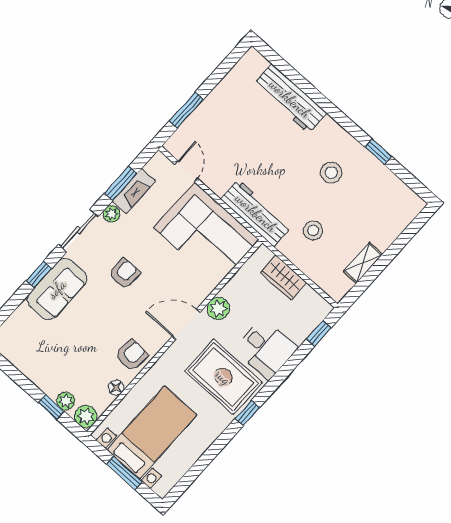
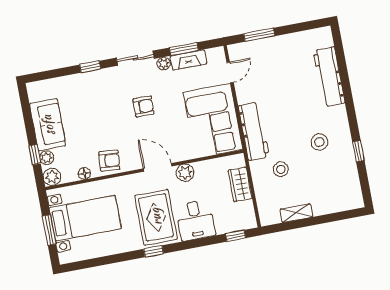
sofa: (57, 289) -> (48, 125), moved, turned -90

